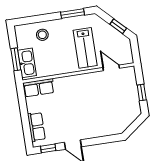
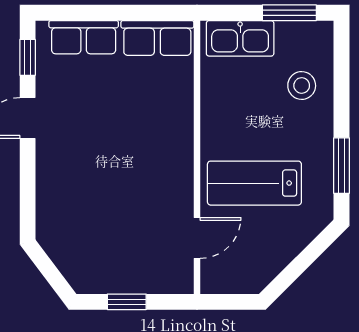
window: (118, 26) -> (294, 270), removed
window: (16, 59) -> (289, 13), moved
row of seats: (39, 88) -> (157, 38), moved, turned -90

